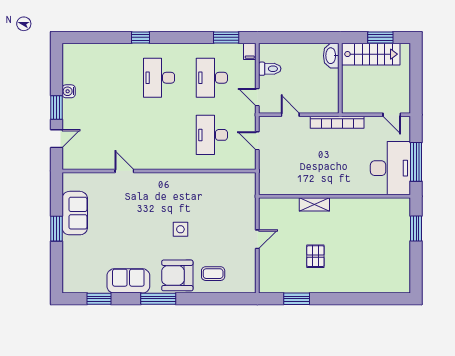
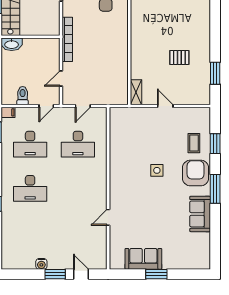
shelving: (314, 204) -> (136, 92), moved
armchair: (177, 275) -> (196, 173), turned 180
window: (99, 299) -> (215, 144), moved

